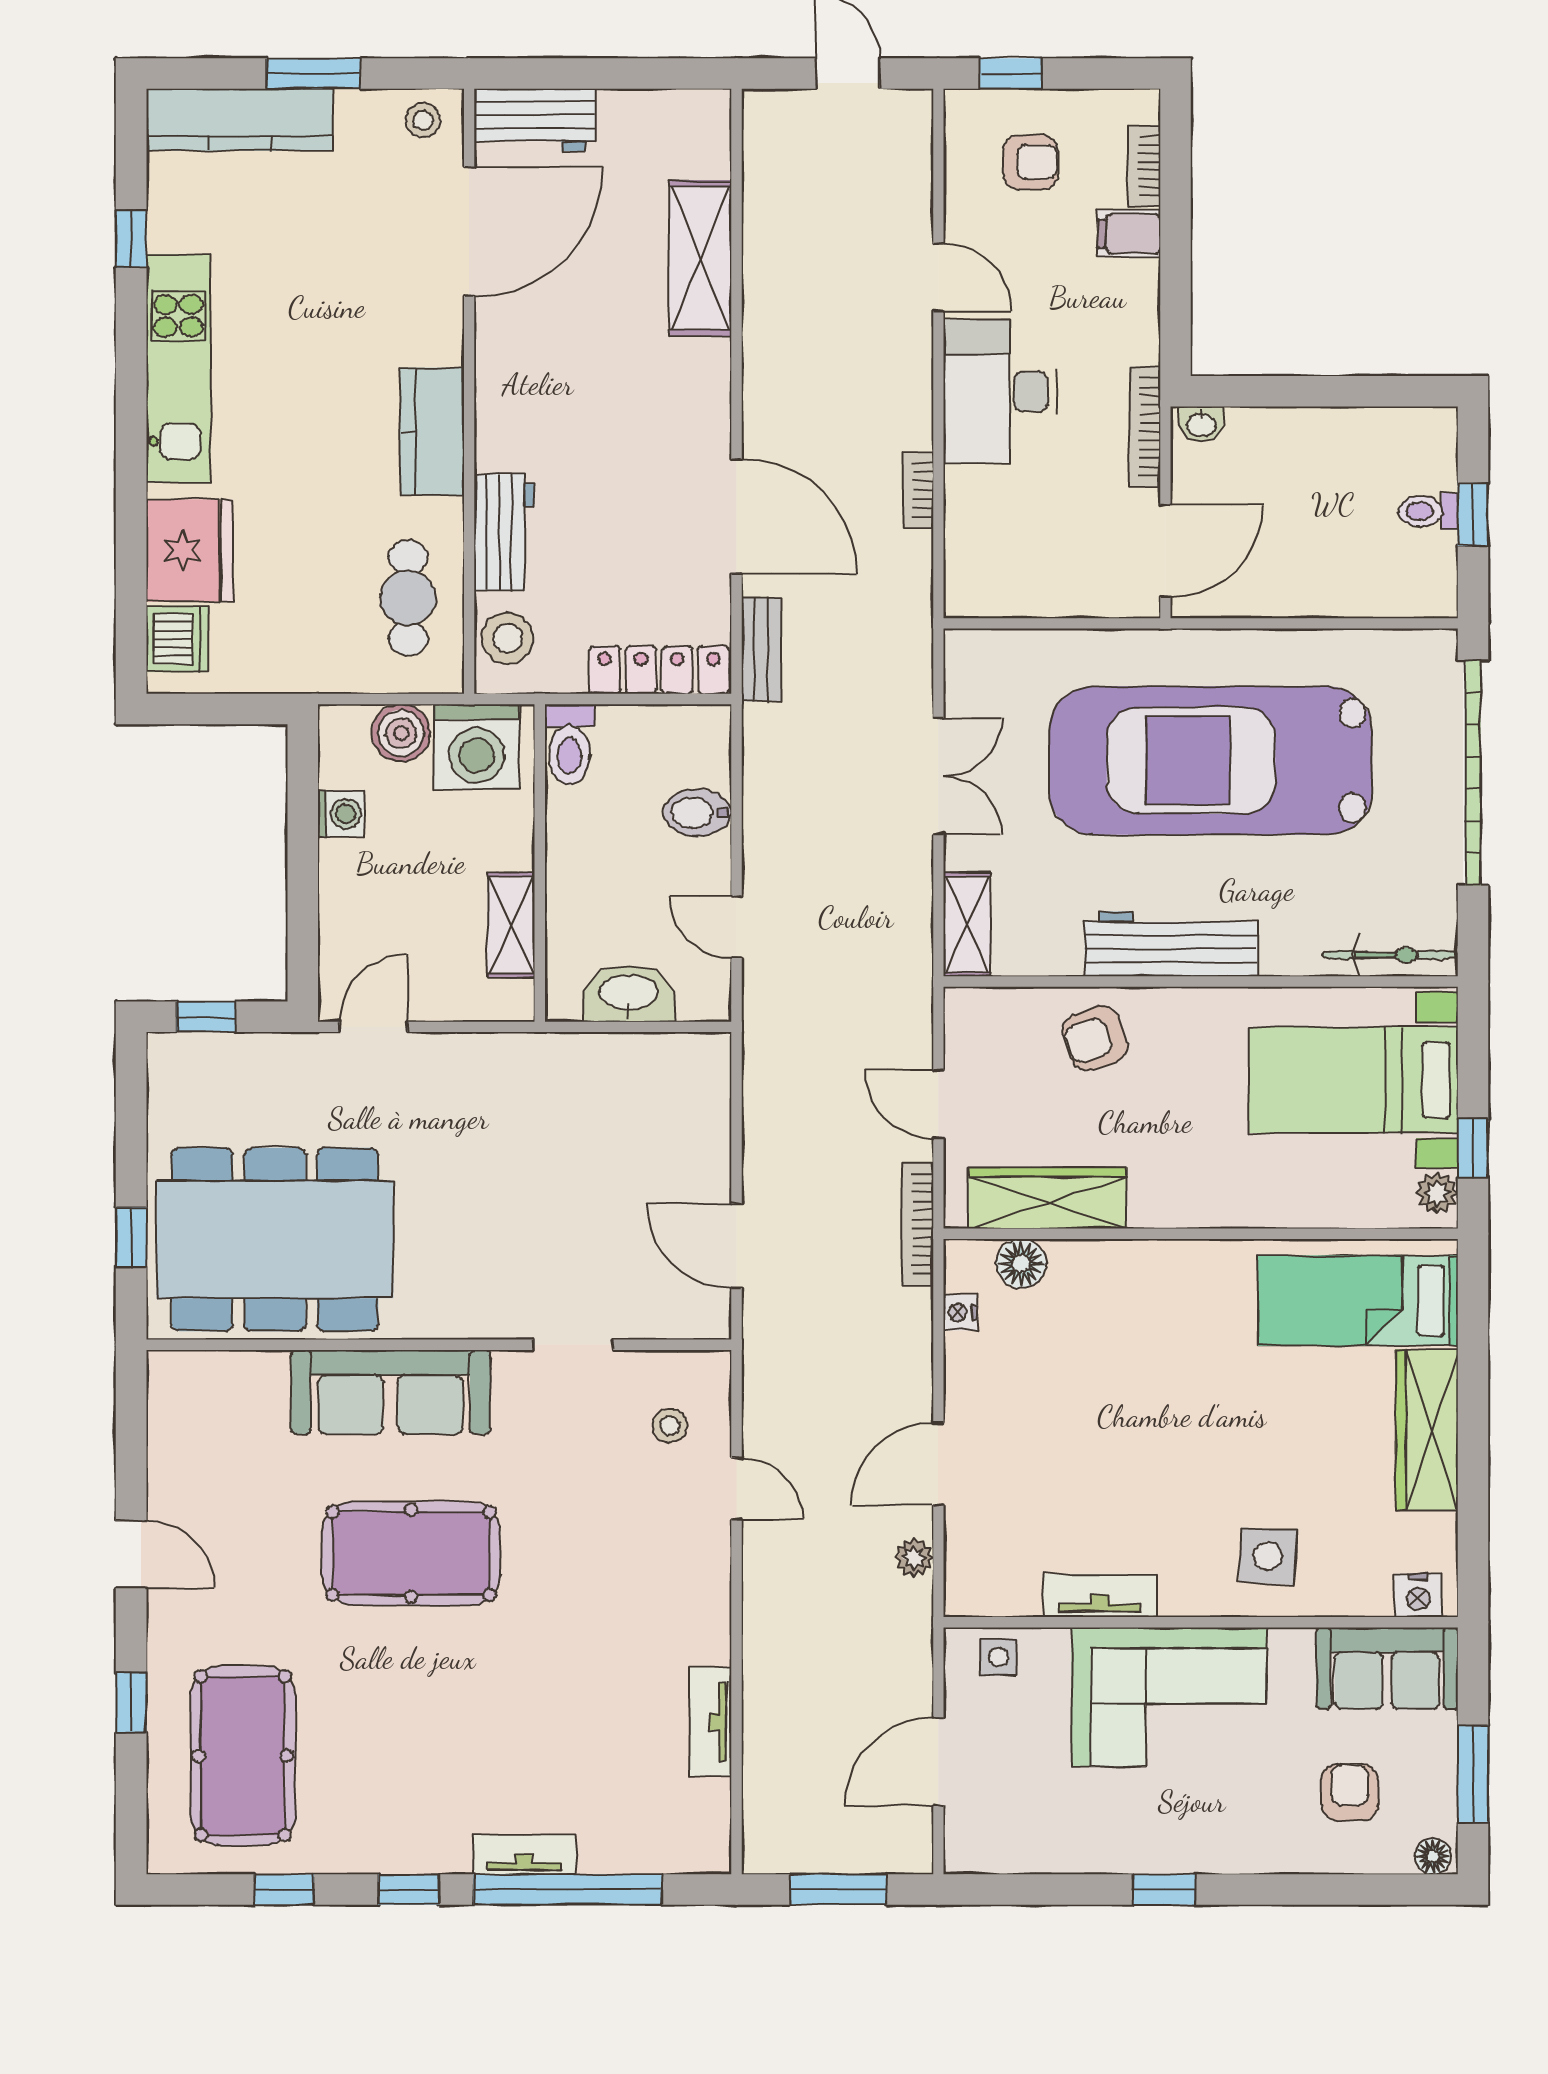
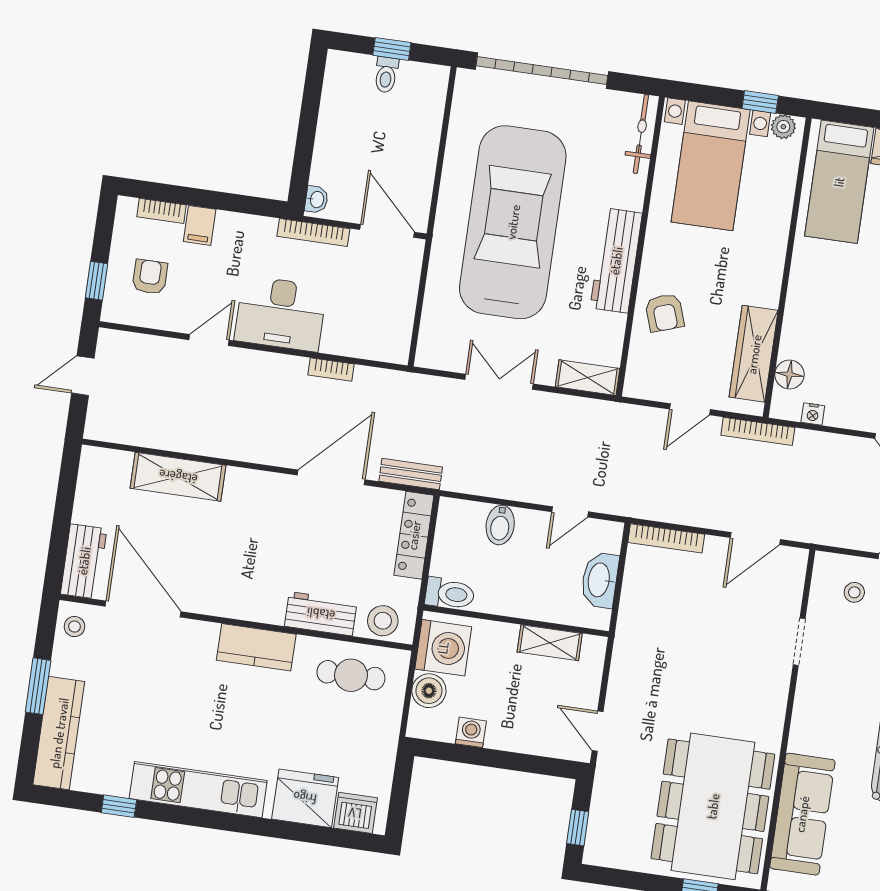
car: (1210, 760) -> (513, 222), turned 180
bookcase: (715, 1096) -> (666, 538), added
sofa: (391, 1392) -> (802, 814), moved

